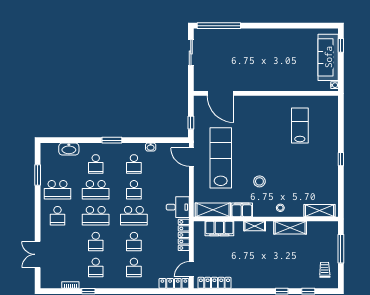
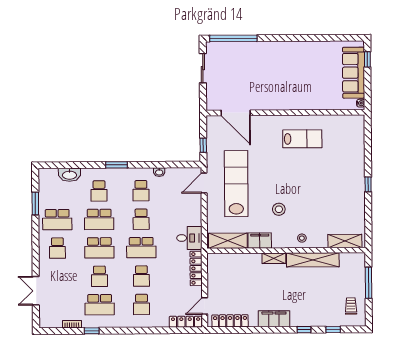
lab bench: (300, 126) -> (302, 139), moved, turned 90
door: (191, 157) -> (204, 183), hinge flipped
shelving: (290, 228) -> (313, 260), width x1.47
filing cabinet: (219, 229) -> (274, 319), moved, turned 180
school desk: (96, 268) -> (100, 305), width x1.85

